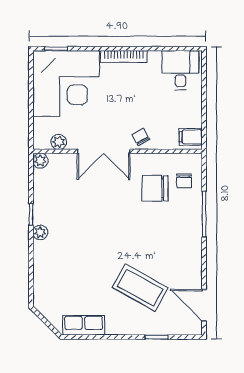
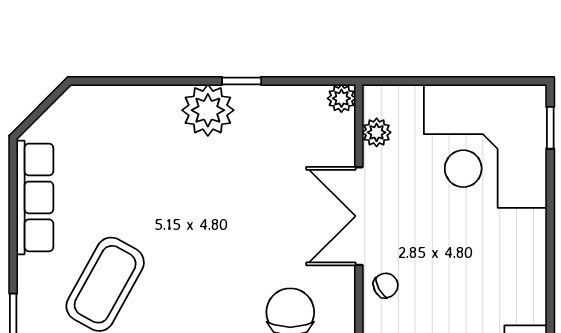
bookcase: (124, 56) -> (536, 254), removed
plant: (40, 232) -> (208, 110), width x1.87, depth x1.87
row of seats: (84, 325) -> (35, 197), width x1.48

